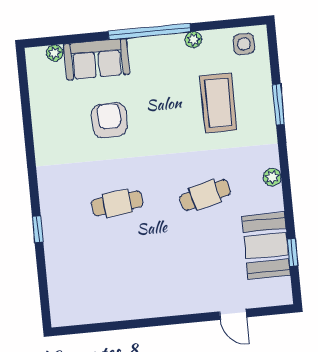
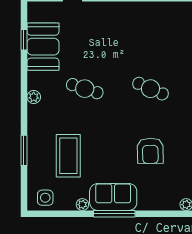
window: (150, 31) -> (114, 214), width x0.68
sofa: (97, 59) -> (113, 197), moved
cafe table: (205, 195) -> (85, 89), turned 33
cafe table: (117, 203) -> (150, 89), turned 30

